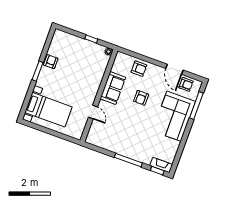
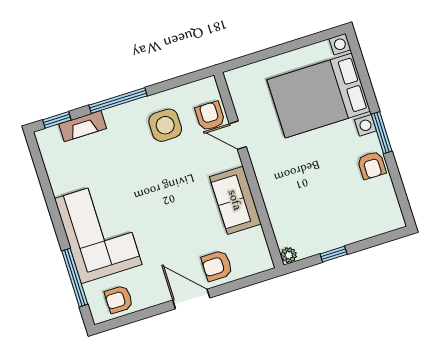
door: (174, 69) -> (191, 299), moved
armchair: (141, 98) -> (210, 116), moved
bed with nightstands: (48, 110) -> (319, 95), width x1.36
side table: (118, 137) -> (165, 125), added
fireplace: (161, 165) -> (83, 126), moved

